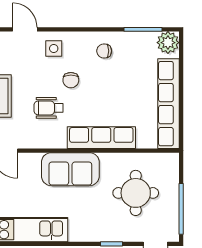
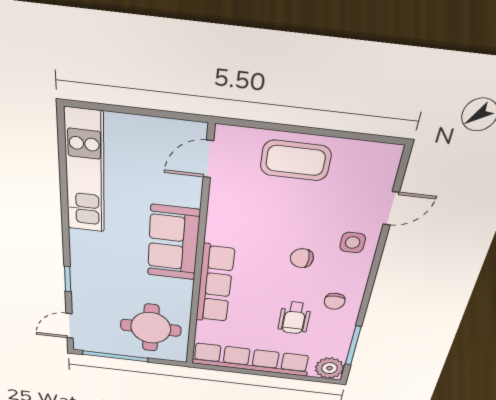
chair: (104, 51) -> (335, 301), turned 180
wheelchair: (49, 108) -> (294, 318), moved, turned 180
round table: (136, 193) -> (151, 328), moved

